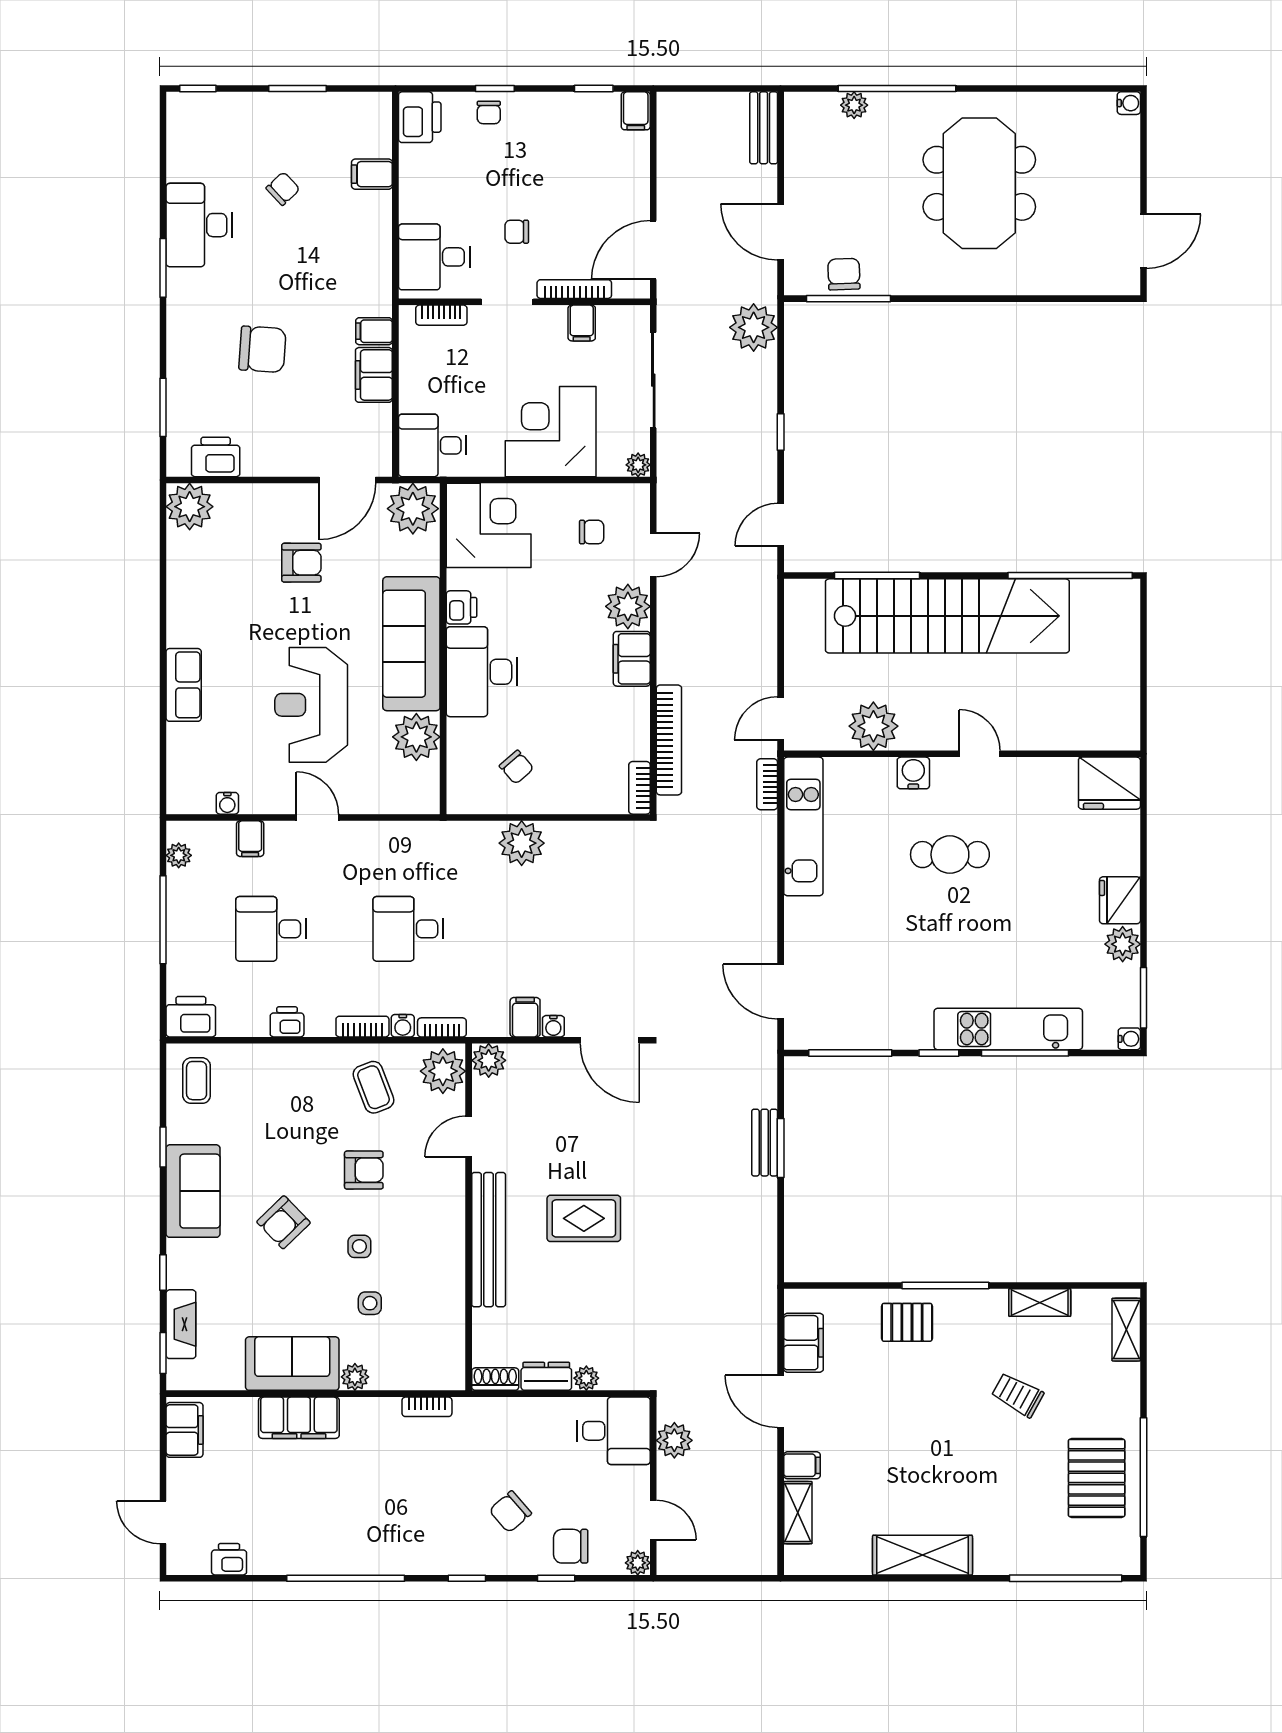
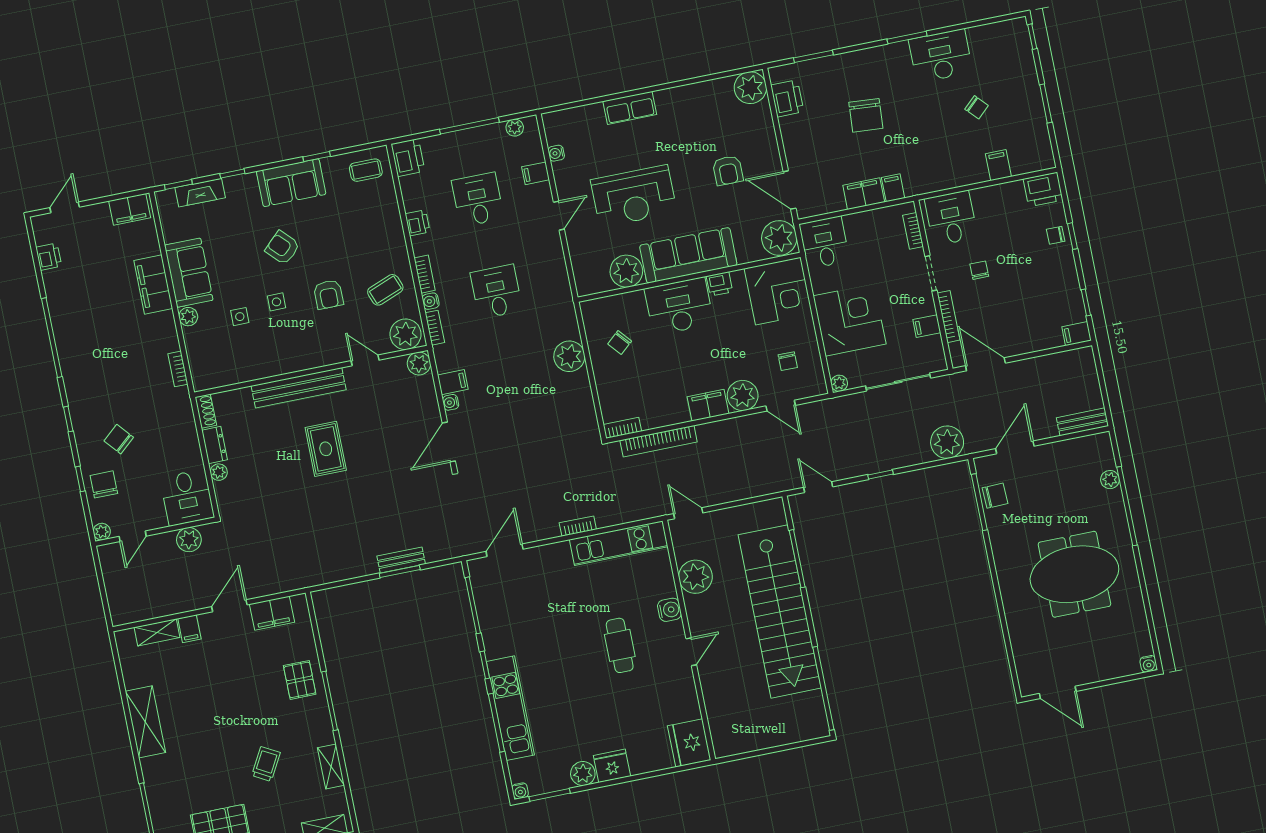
reception desk: (311, 705) -> (634, 196), turned 180
bookcase: (767, 784) -> (578, 526), moved

